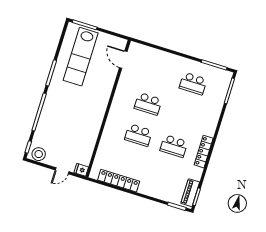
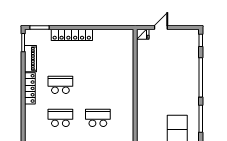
school desk: (138, 135) -> (60, 118), moved
stool: (39, 154) -> (189, 37), removed
locker: (119, 181) -> (72, 35), moved
piano: (190, 193) -> (31, 59), moved

